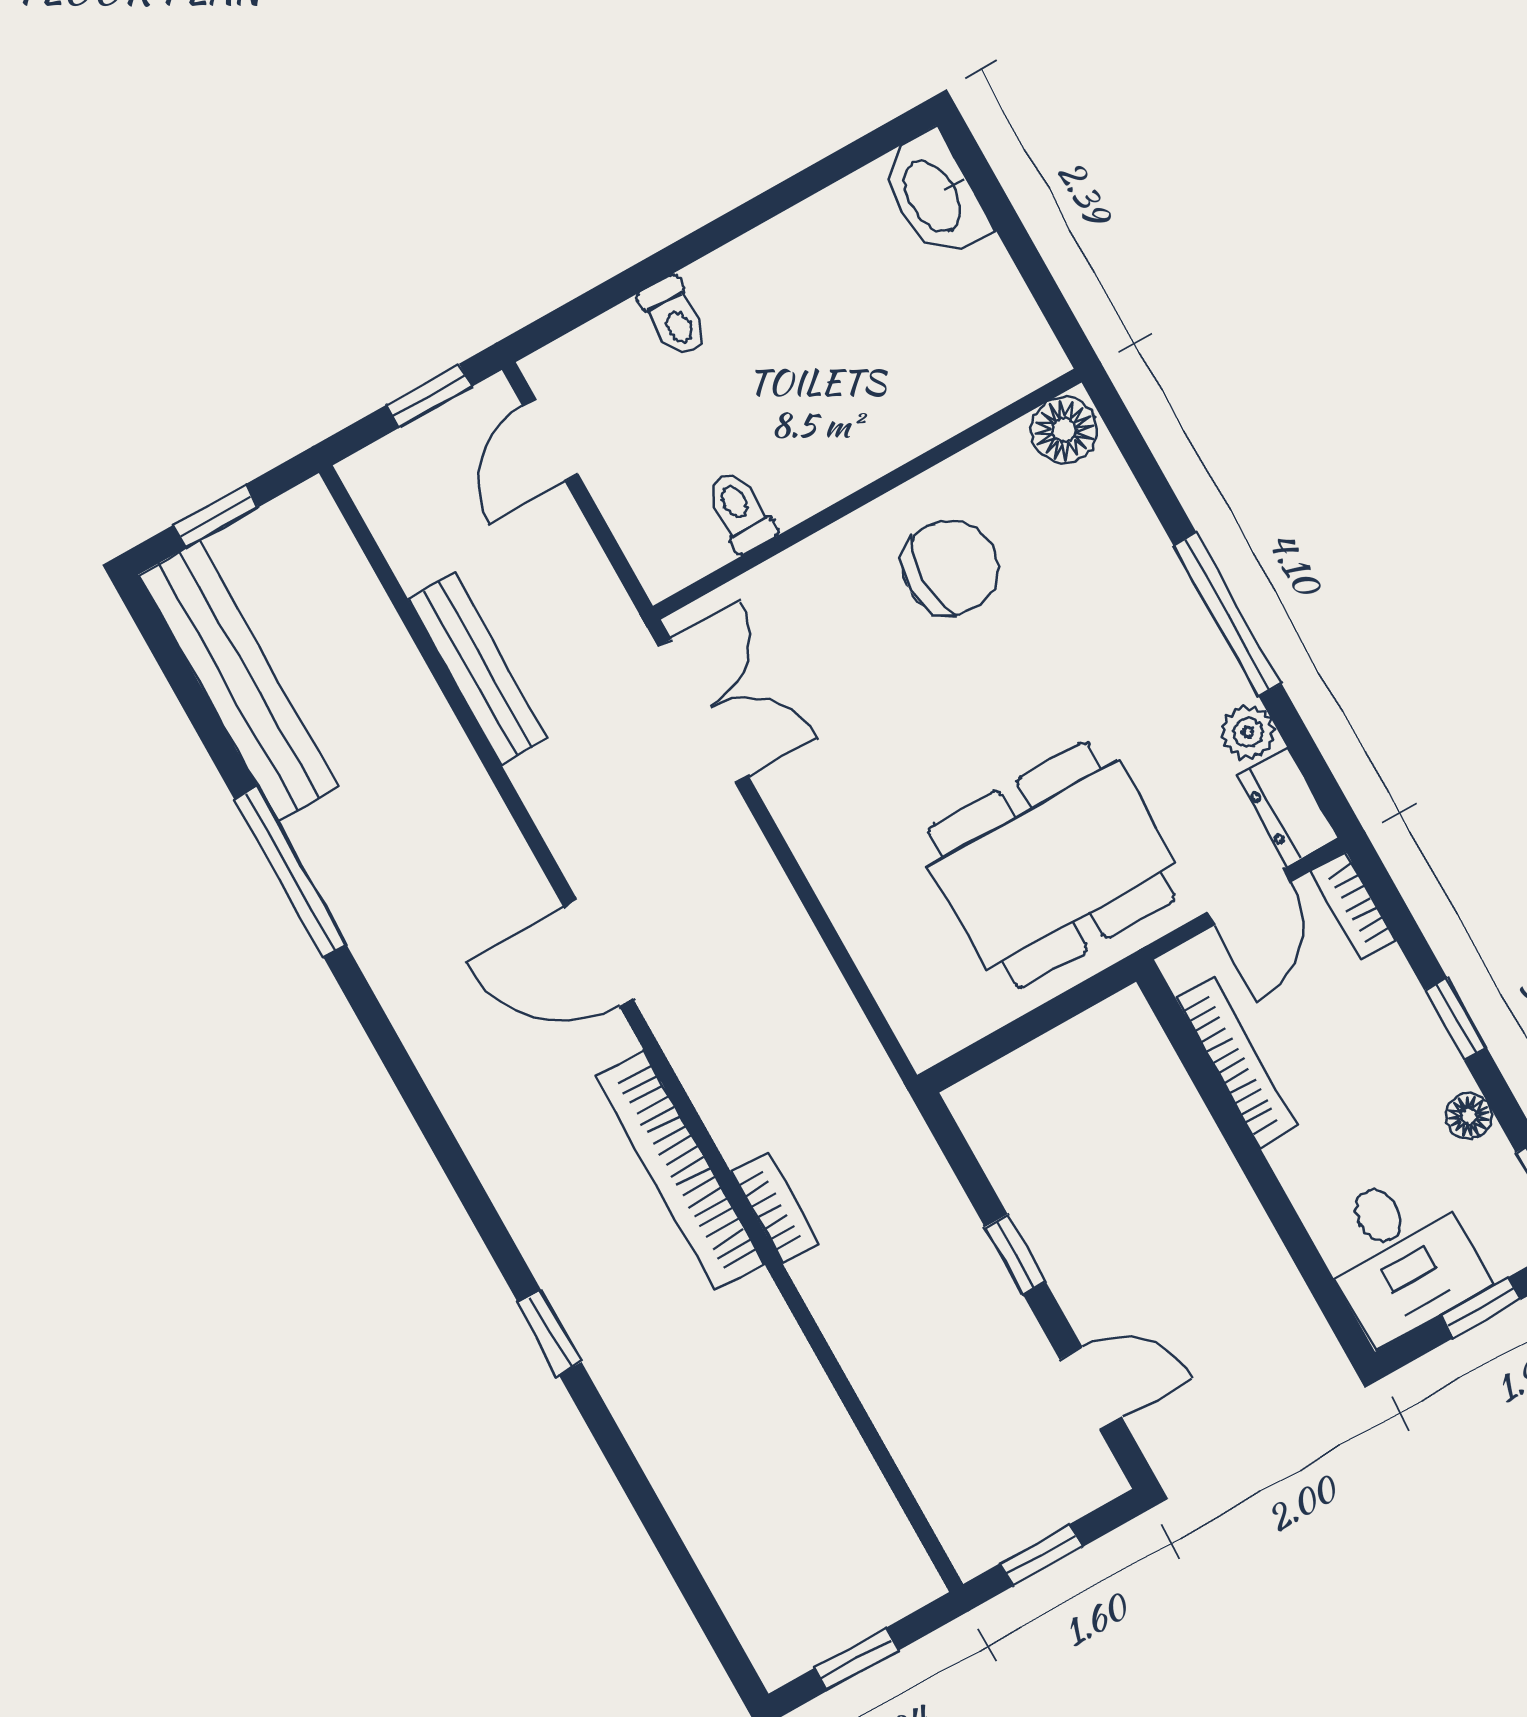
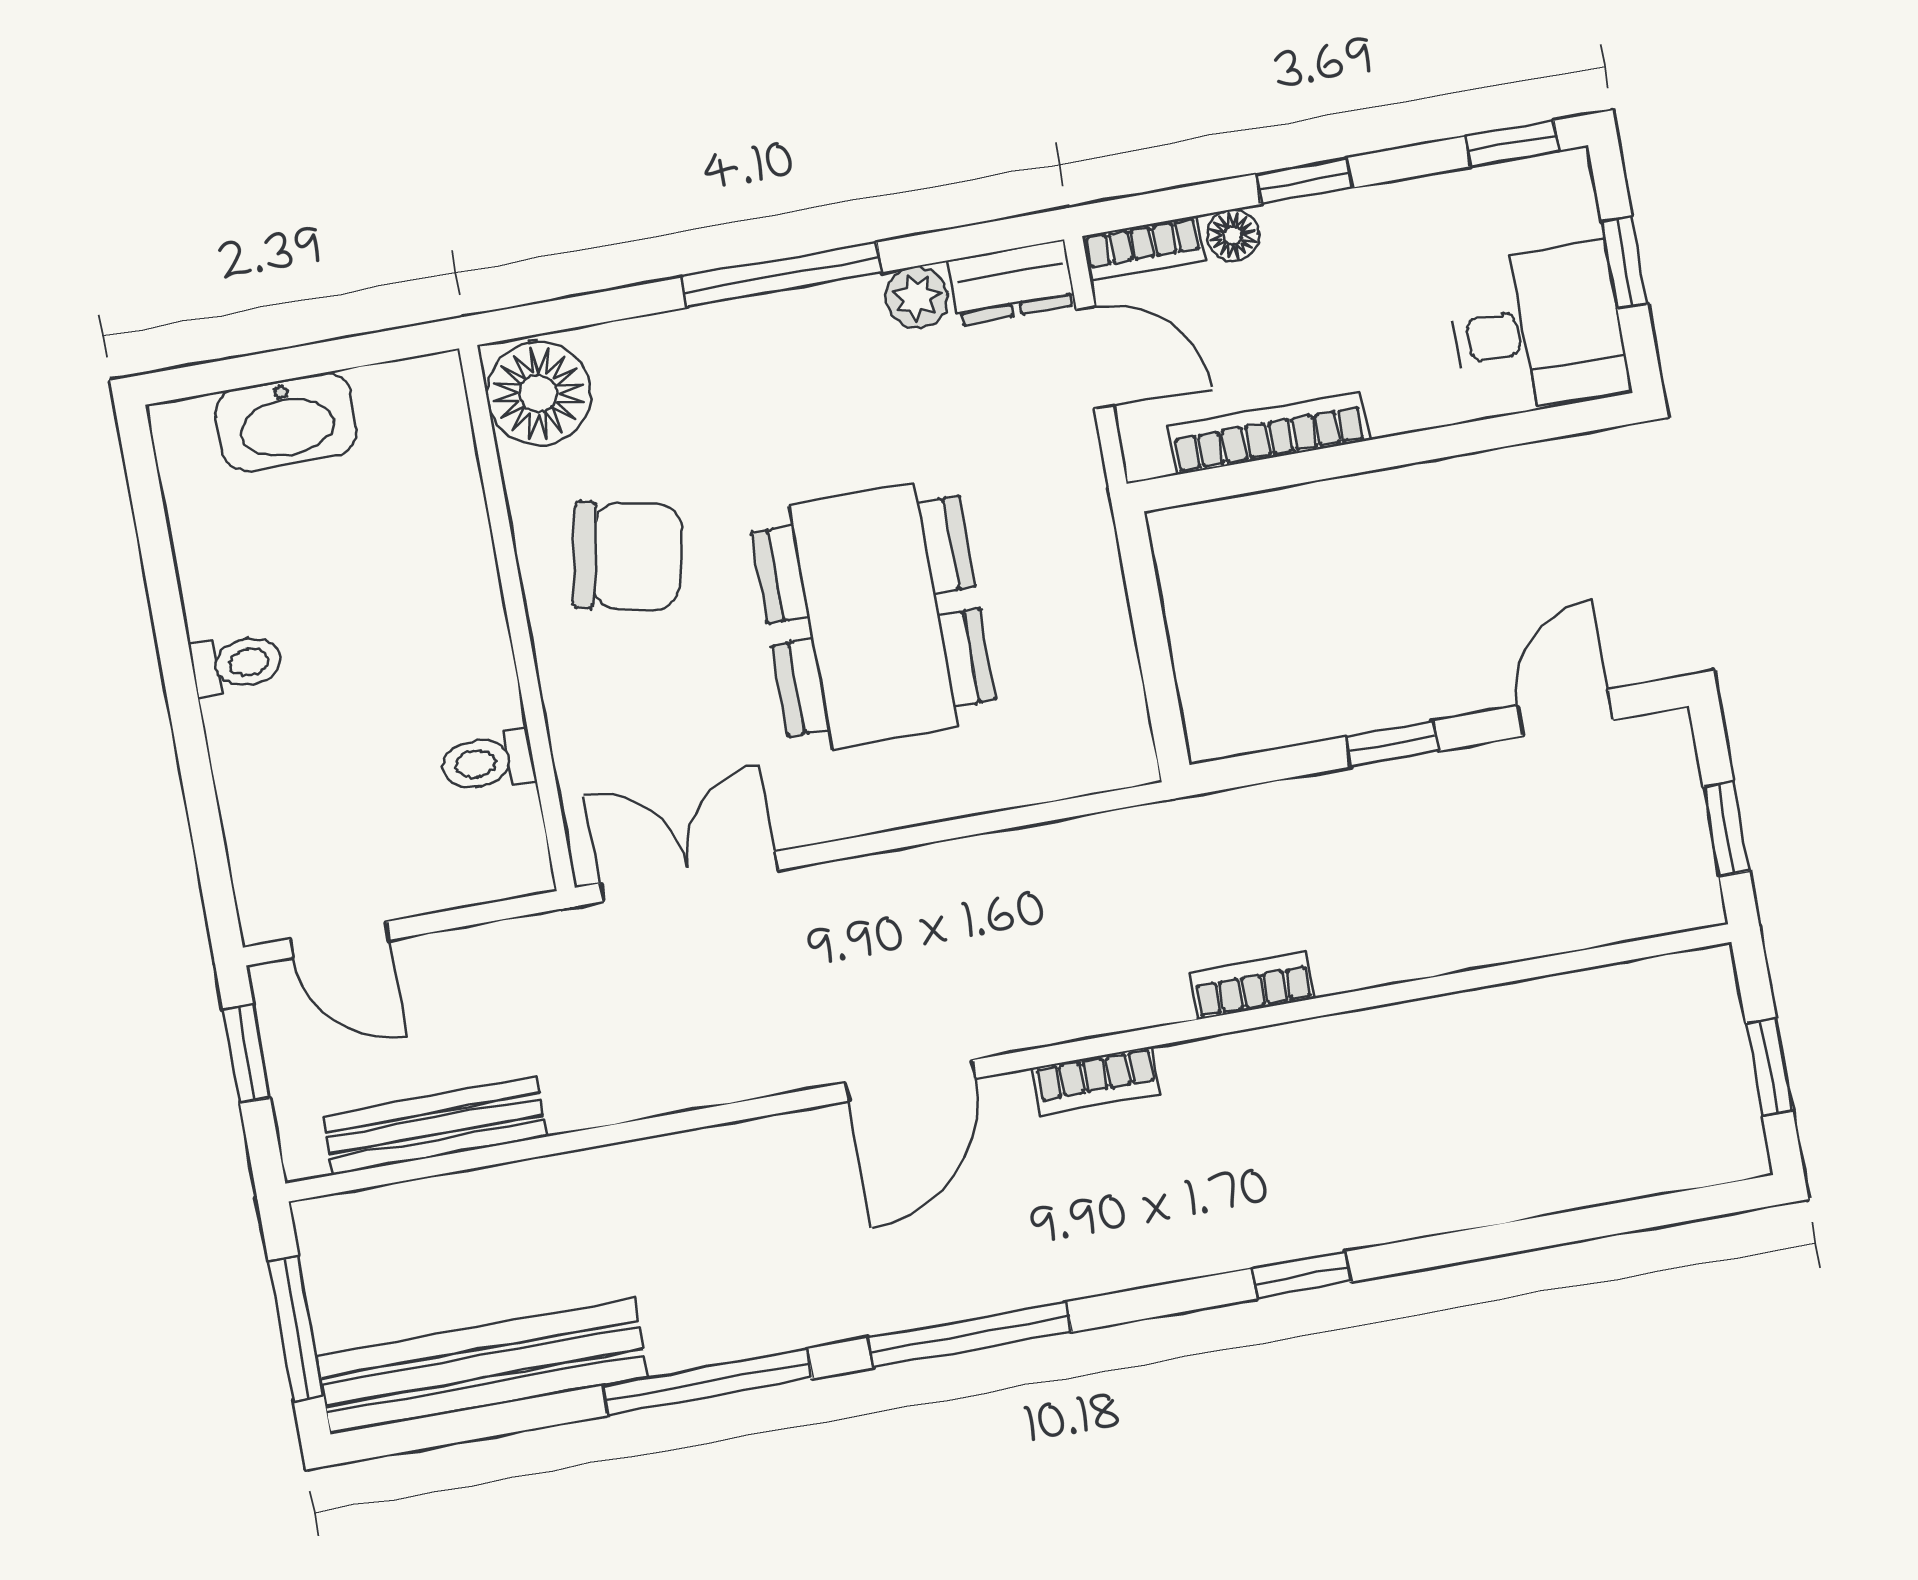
washbasin: (934, 195) -> (286, 422), moved
toilet: (674, 317) -> (237, 664), moved
floor lamp: (1064, 430) -> (539, 393), width x1.38, depth x1.38
window: (216, 516) -> (296, 1329), width x1.50
chair: (950, 567) -> (627, 556), turned 102
bench: (478, 669) -> (436, 1126), moved
dining table: (1052, 865) -> (874, 616), moved
window: (405, 1075) -> (970, 1335), added
floor lamp: (1469, 1116) -> (1233, 236), moved
bookcase: (680, 1170) -> (1096, 1081), width x0.43, depth x0.76

